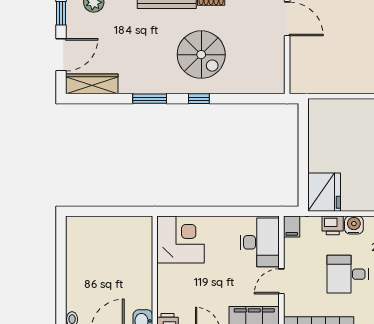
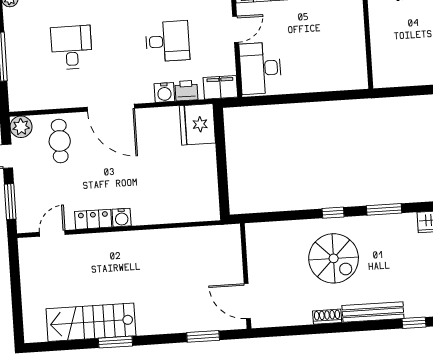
spiral stairs: (201, 55) -> (334, 258), turned 180
filing cabinet: (292, 226) -> (220, 87), width x2.00
corner desk: (181, 239) -> (343, 66), removed

